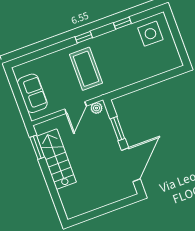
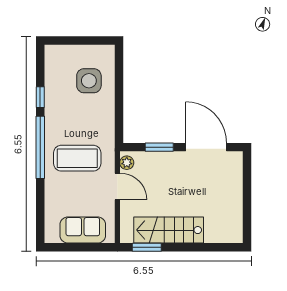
side table: (150, 34) -> (89, 81), moved
window: (84, 37) -> (40, 147), width x3.17

